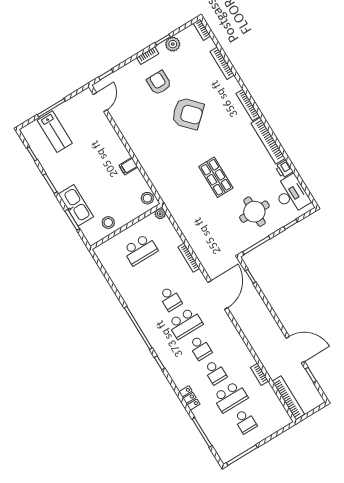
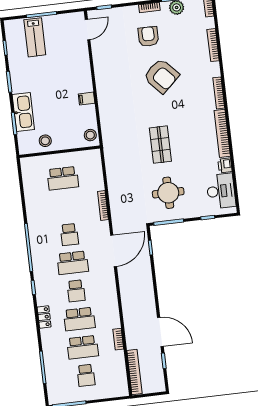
round table: (254, 212) -> (168, 193), moved
plant: (160, 214) -> (95, 154), removed
school desk: (215, 372) -> (79, 319), width x1.85
locker: (190, 398) -> (44, 317), moved

